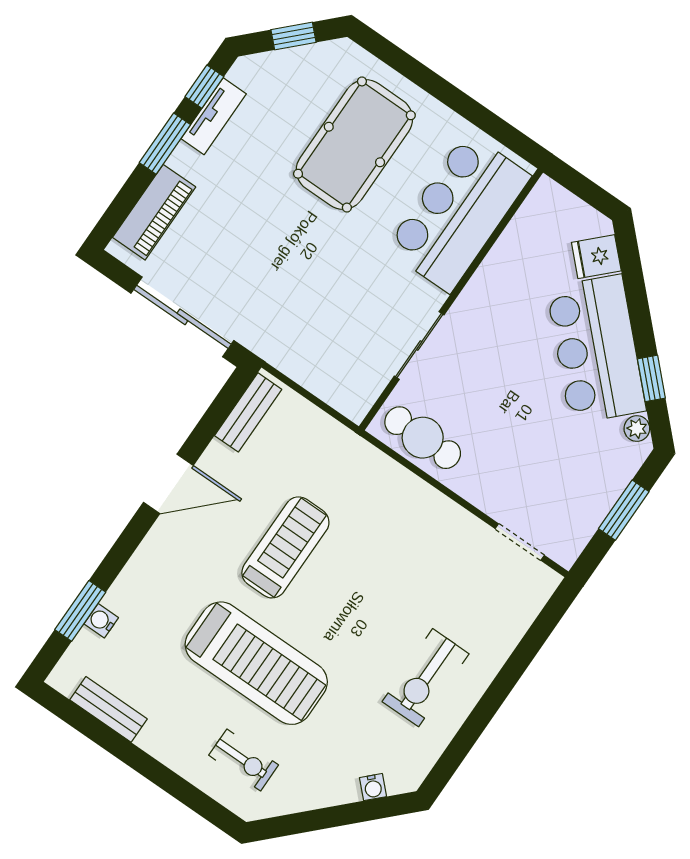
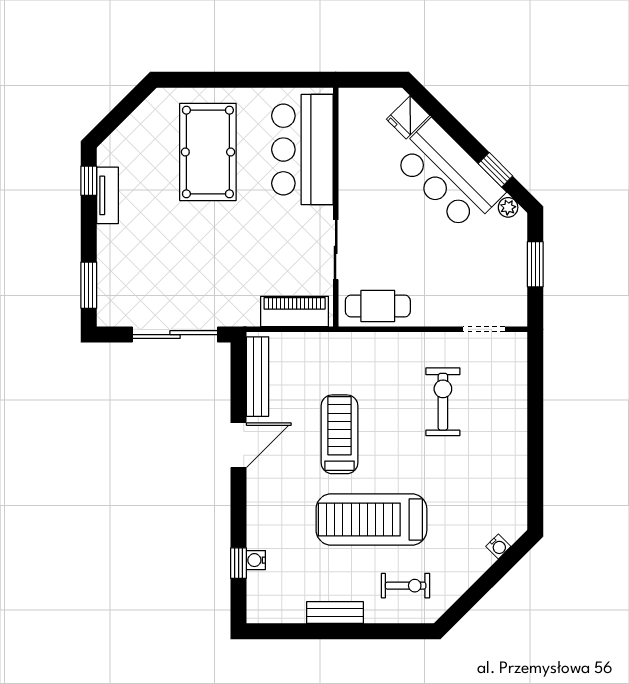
window: (294, 36) -> (123, 110), removed
window: (165, 144) -> (89, 285), moved
piano: (154, 212) -> (295, 312), moved, turned -90
bench: (248, 412) -> (258, 377), width x1.36
window: (80, 611) -> (239, 563), width x0.67
treadmill: (256, 663) -> (371, 519), turned 180
exercise bike: (426, 678) -> (443, 402), moved, turned 180
bench: (109, 709) -> (335, 613), moved

